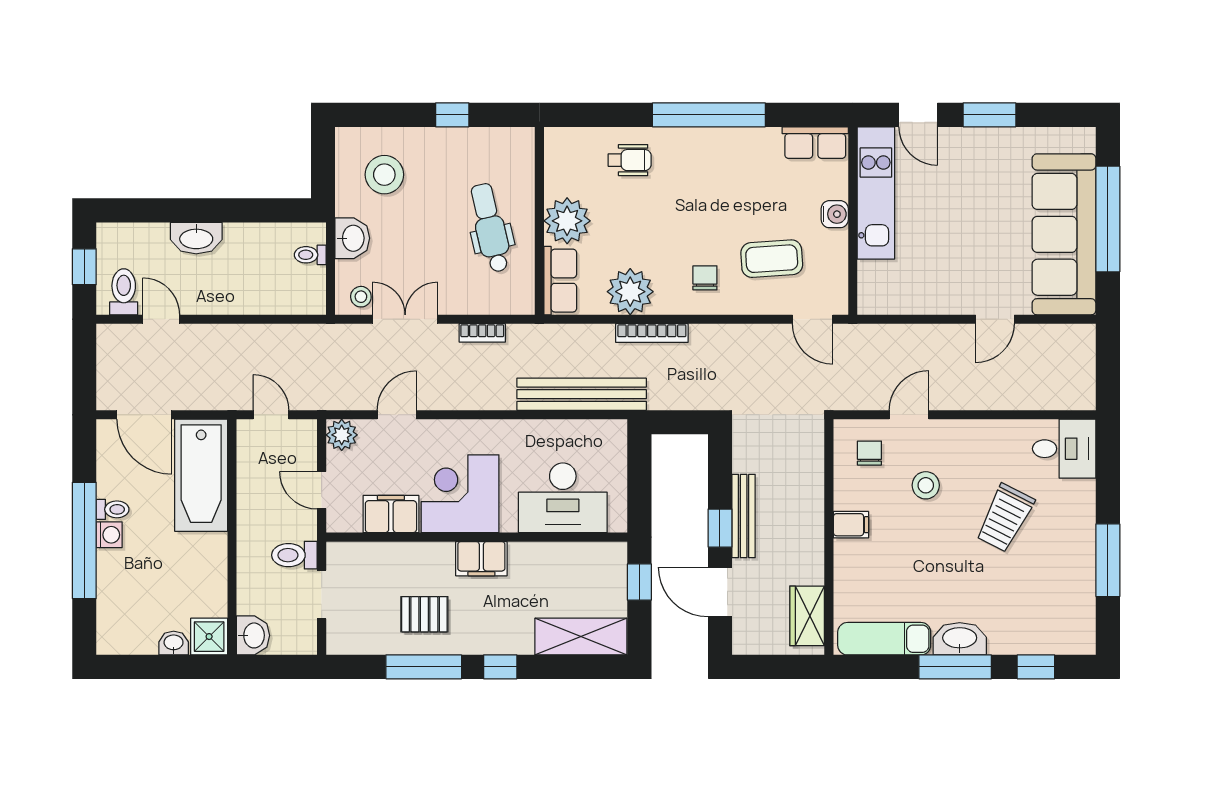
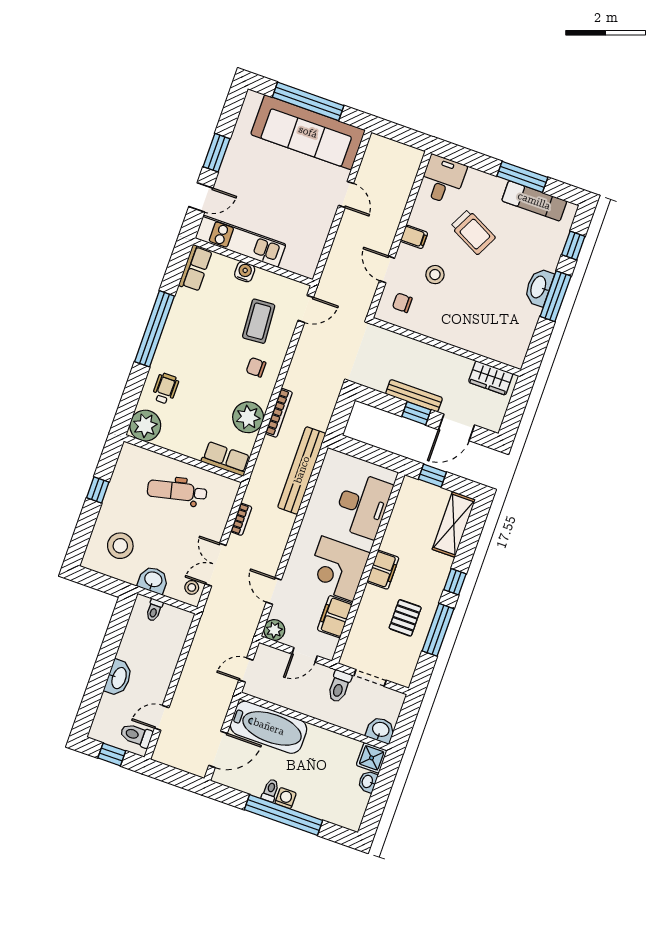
plant: (567, 221) -> (145, 426), moved
filing cabinet: (851, 525) -> (414, 237), moved, turned 90
exam couch: (884, 639) -> (534, 201), moved, turned -90

